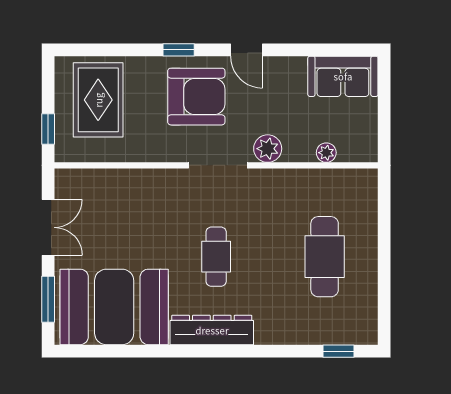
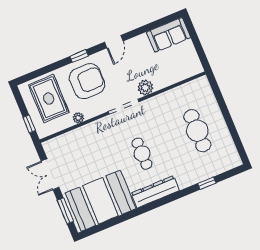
door: (246, 50) -> (114, 42), hinge flipped
armchair: (196, 97) -> (87, 81), moved
plant: (326, 153) -> (78, 118), moved
double door: (48, 227) -> (50, 174), swing flipped
window: (338, 351) -> (207, 183), moved

